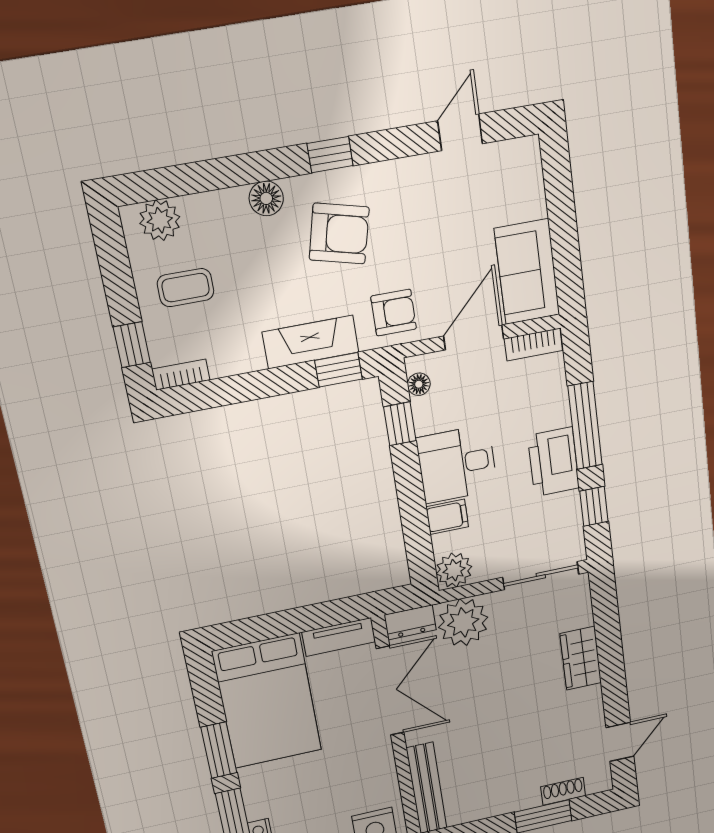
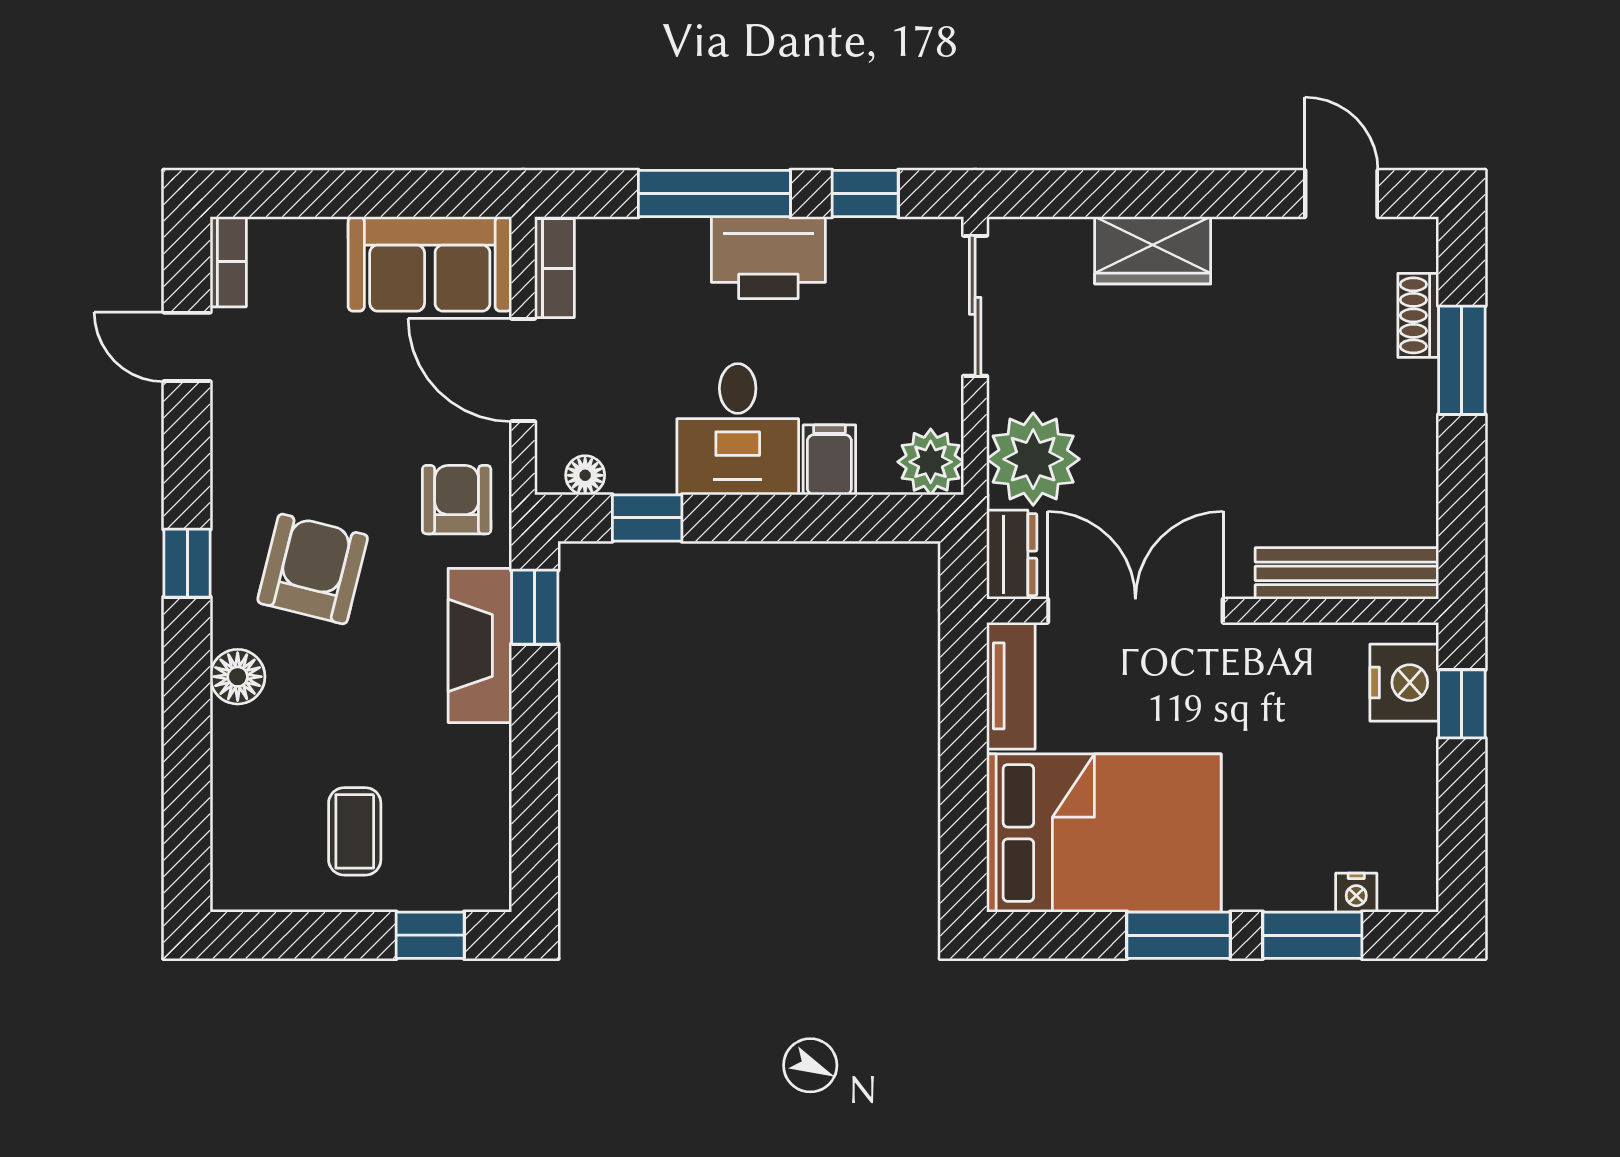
plant: (160, 220) -> (243, 851), removed
bookcase: (181, 375) -> (228, 262), moved, turned 180

